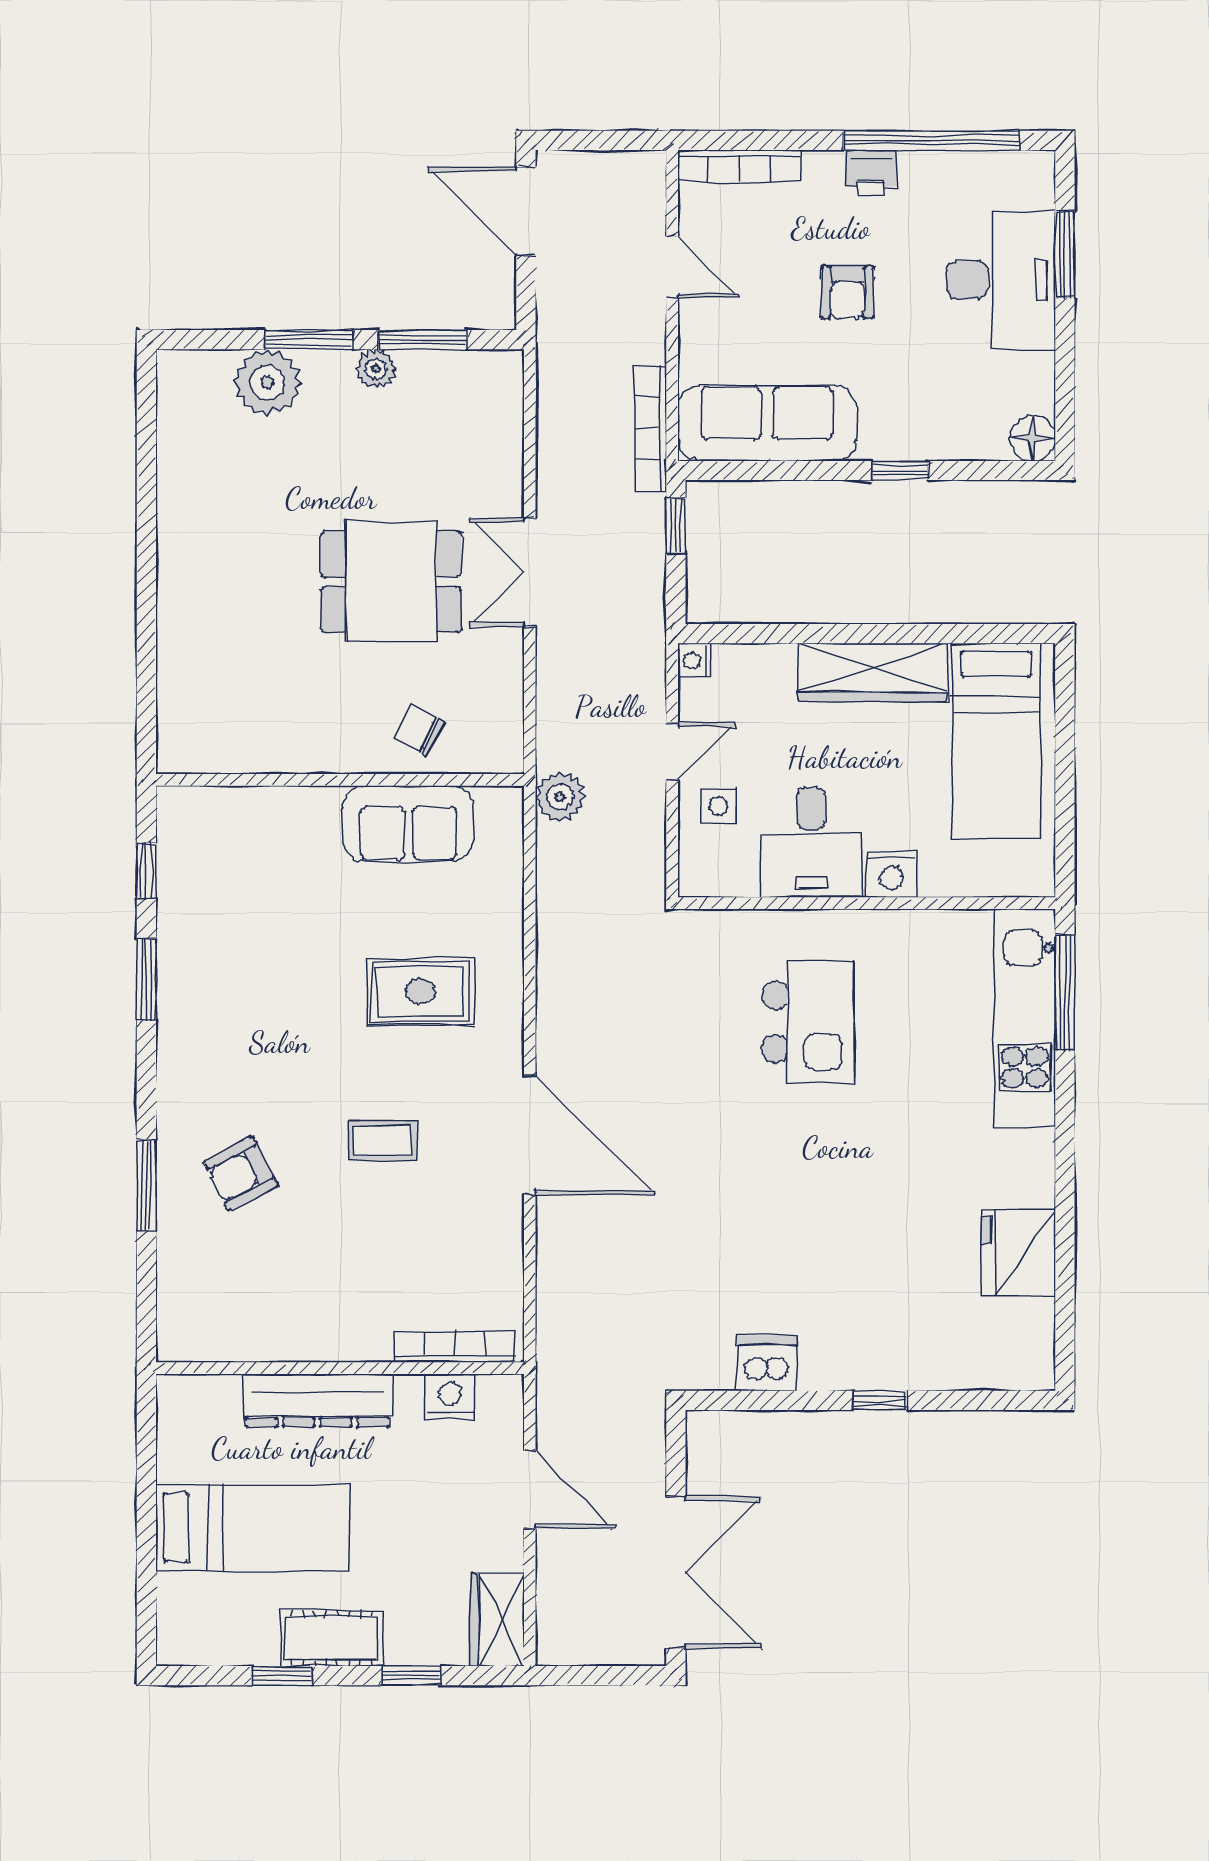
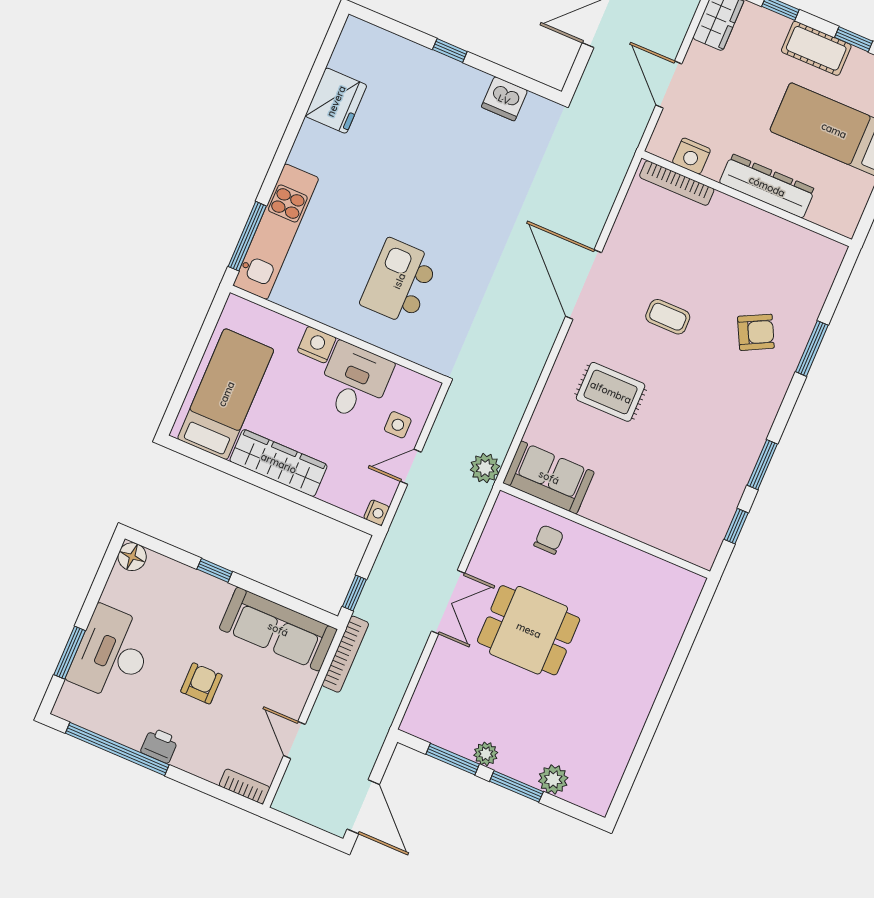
bookcase: (739, 166) -> (244, 786), width x0.64
plant: (267, 382) -> (553, 779), width x0.73, depth x0.73
chair: (419, 730) -> (549, 540), turned -117
sofa: (408, 823) -> (549, 477), moved

